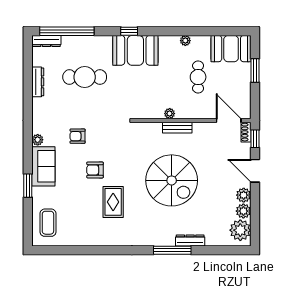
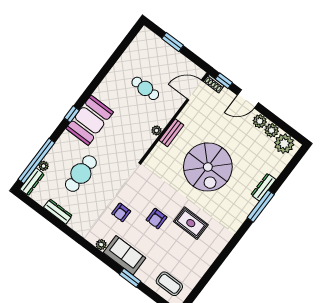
plant: (185, 41) -> (44, 166), moved
booth: (231, 49) -> (143, 47), removed
spiral stairs: (172, 180) -> (208, 167), turned 90

